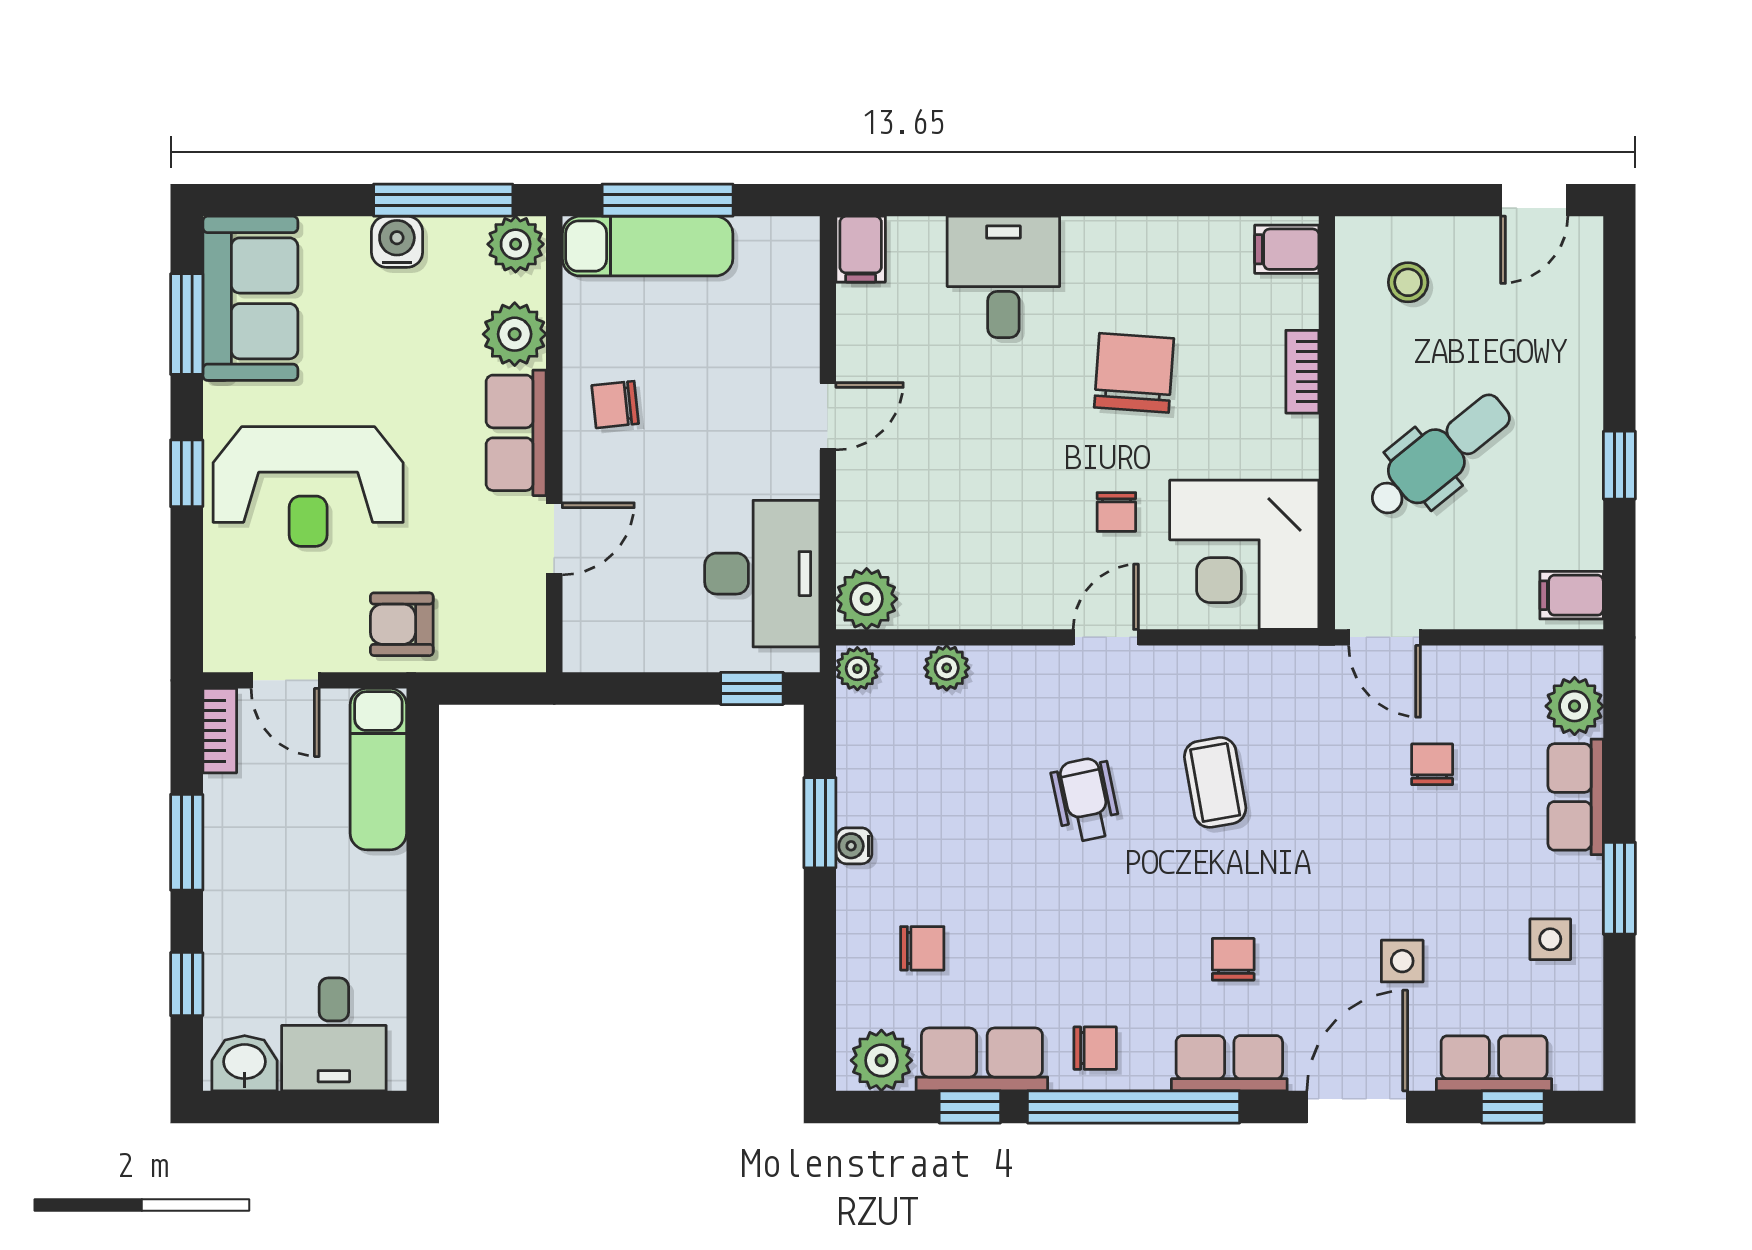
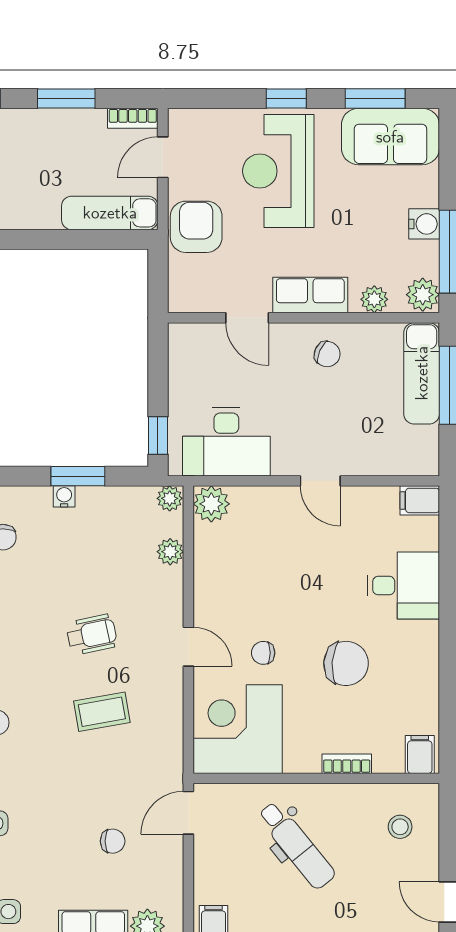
plant: (515, 334) -> (374, 299), width x0.73, depth x0.73
chair: (615, 405) -> (327, 354), turned 120
armchair: (402, 624) -> (196, 227), width x1.38, depth x1.38

